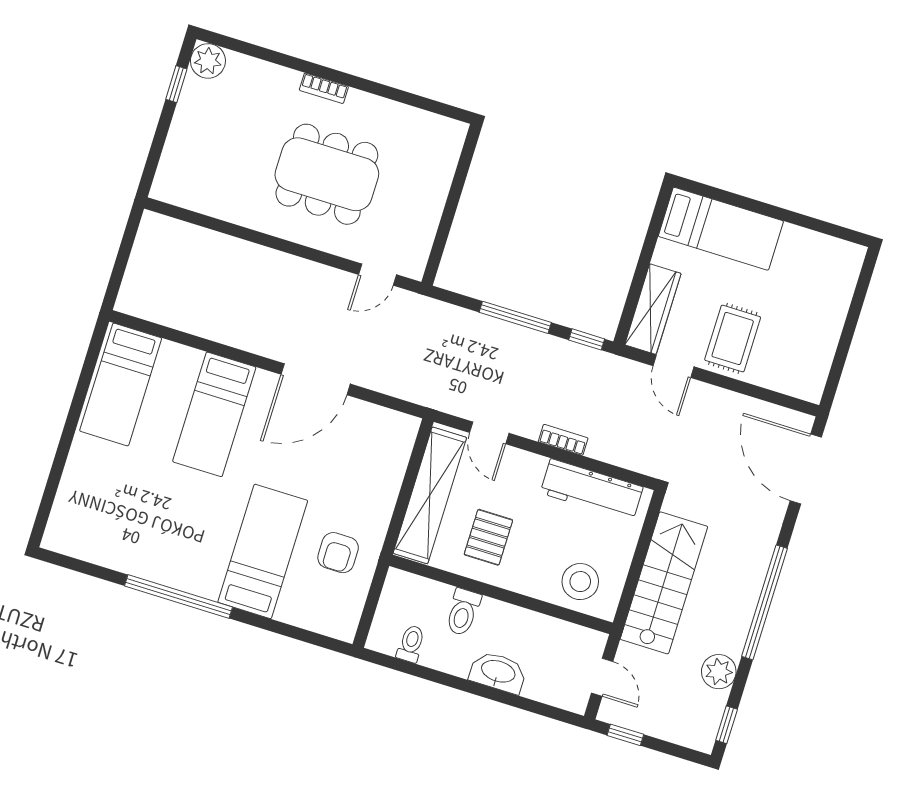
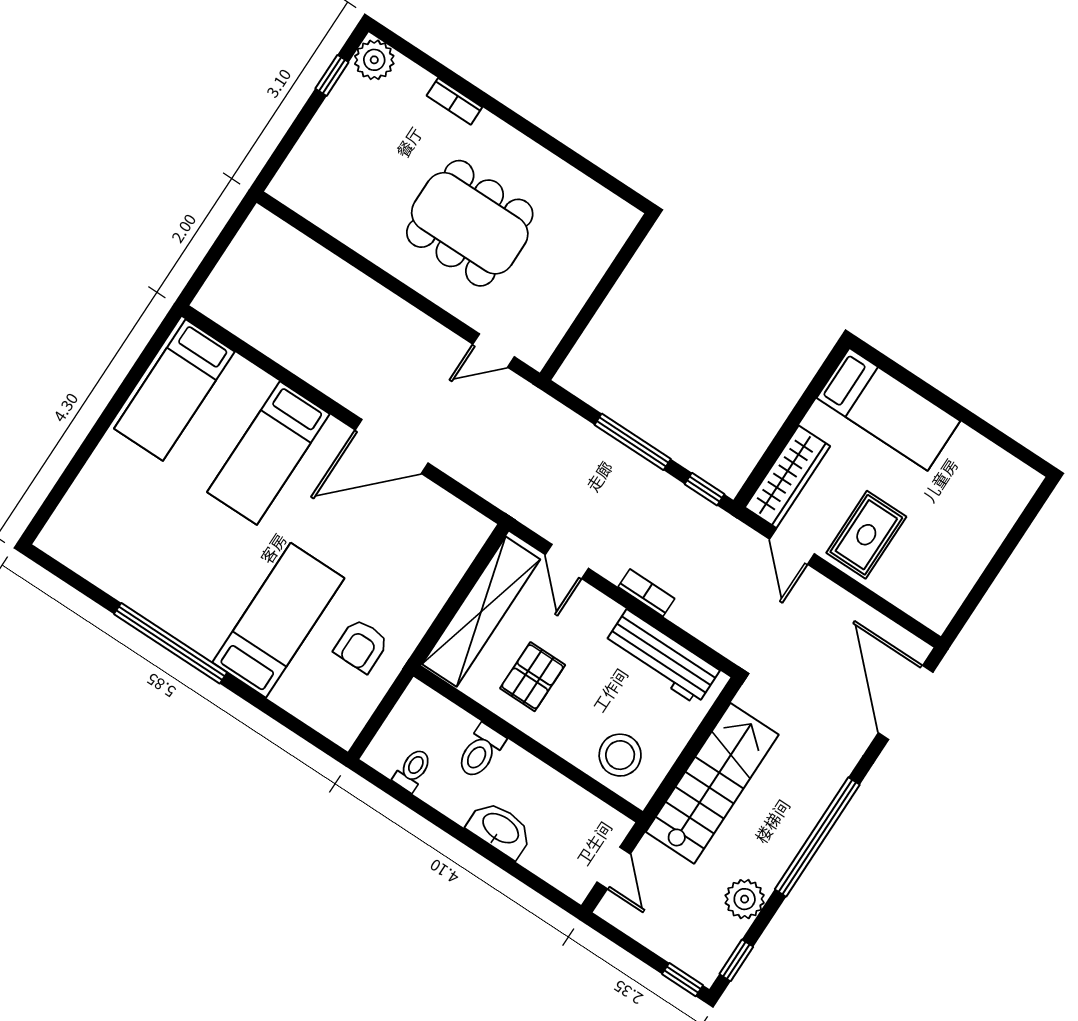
bookcase: (324, 88) -> (454, 101), moved
window: (625, 735) -> (683, 980), moved

